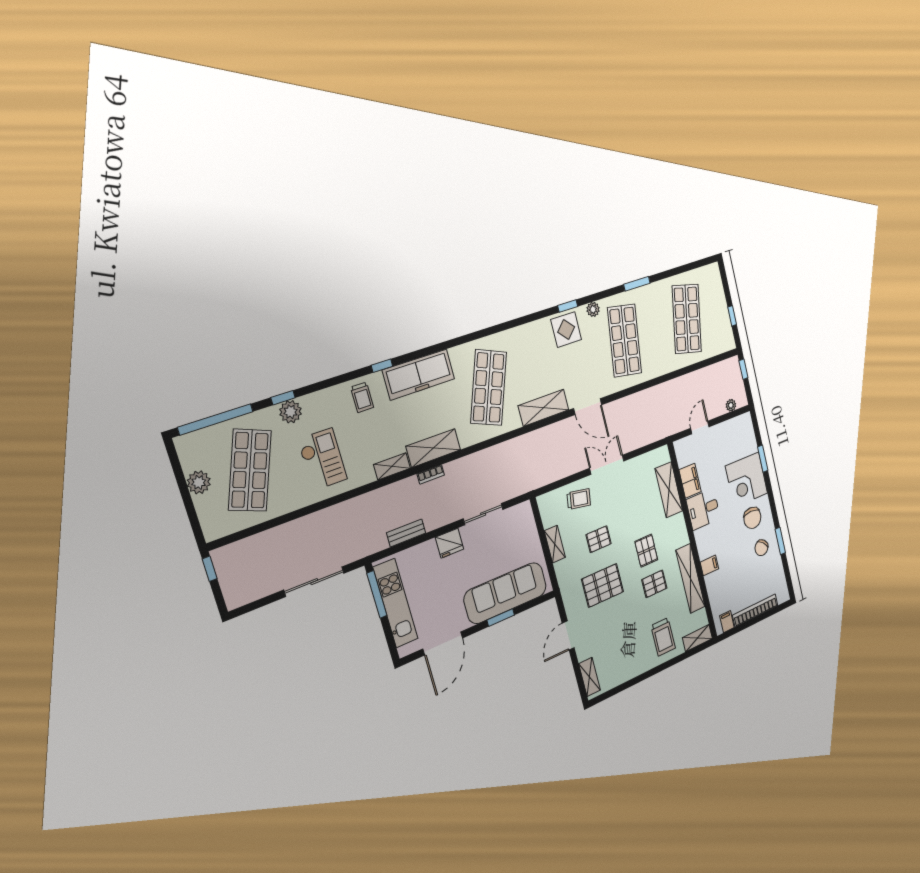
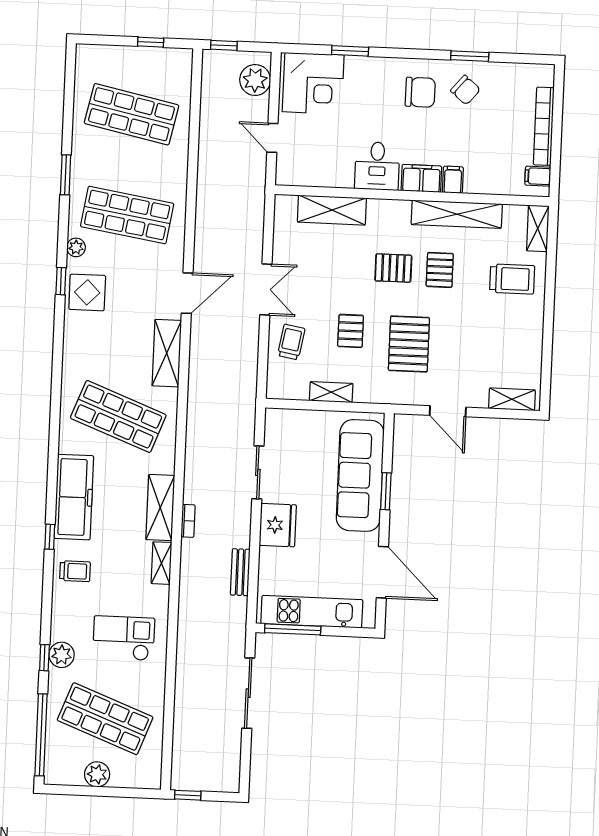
plant: (731, 405) -> (255, 80), width x1.87, depth x1.87
double door: (607, 465) -> (266, 290), swing flipped
corner desk: (747, 480) -> (313, 83), moved
filing cabinet: (690, 481) -> (421, 178), moved
fridge: (450, 543) -> (278, 525), width x1.36, depth x1.34

